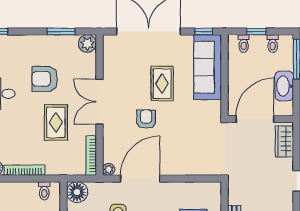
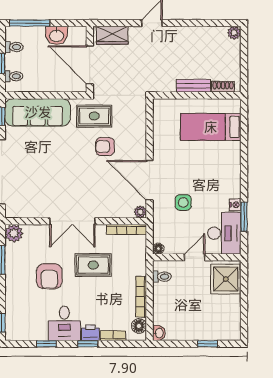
rug: (162, 84) -> (94, 116), moved
washbasin: (284, 86) -> (57, 35), width x0.72
armchair: (146, 119) -> (105, 147), moved
floor lamp: (77, 192) -> (158, 249), width x0.53, depth x0.53

